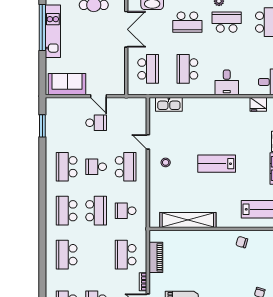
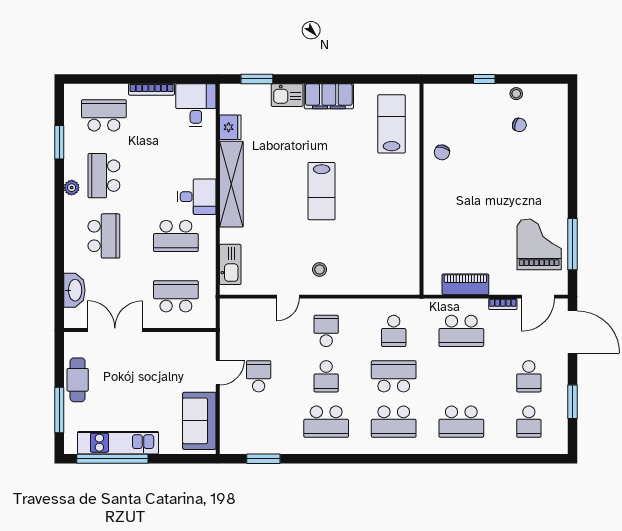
desk: (227, 82) -> (197, 197), moved
school desk: (126, 167) -> (326, 331), width x0.54
shelving: (188, 220) -> (231, 184), moved

